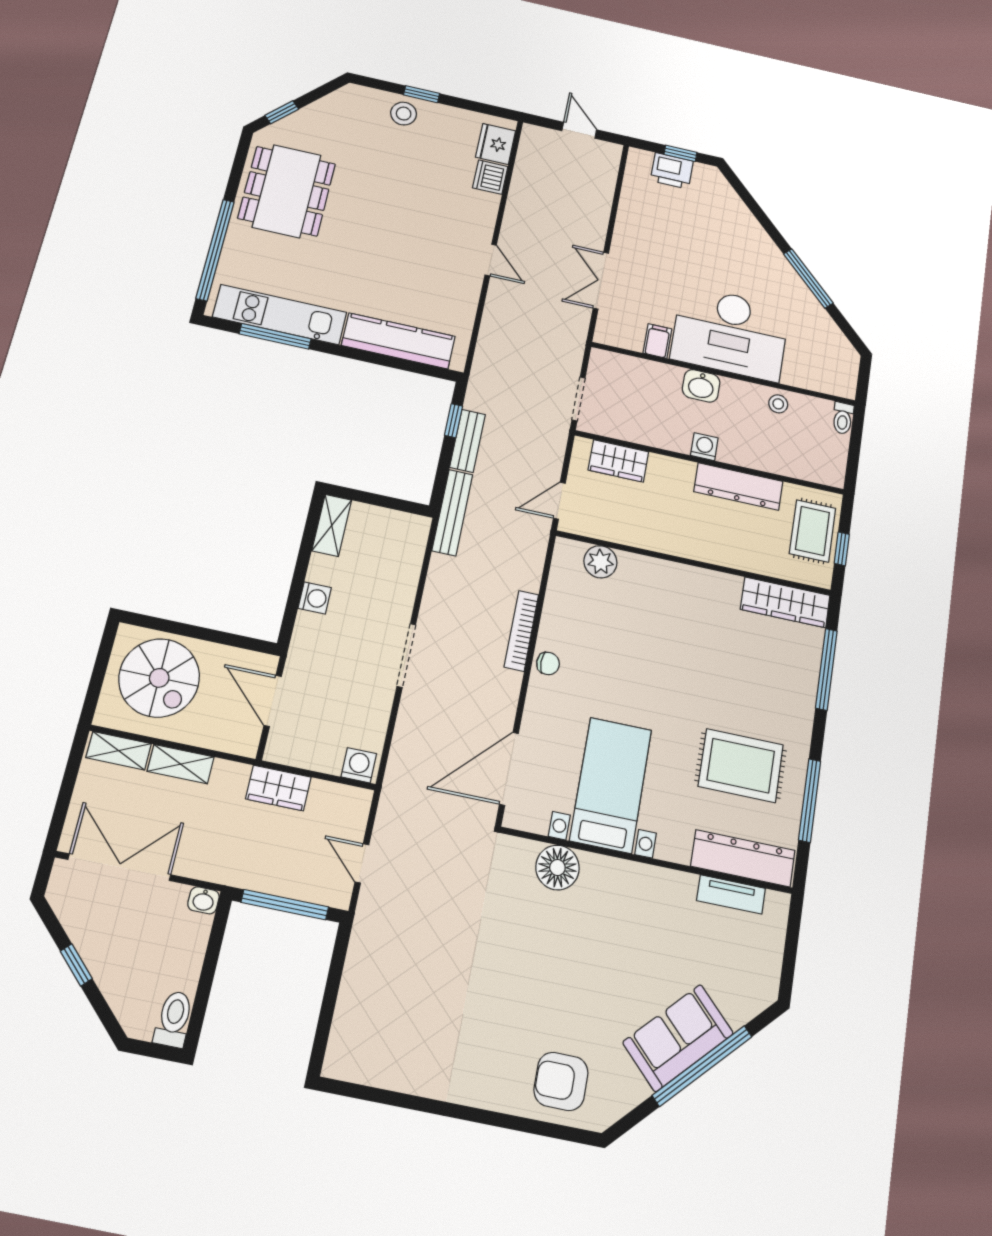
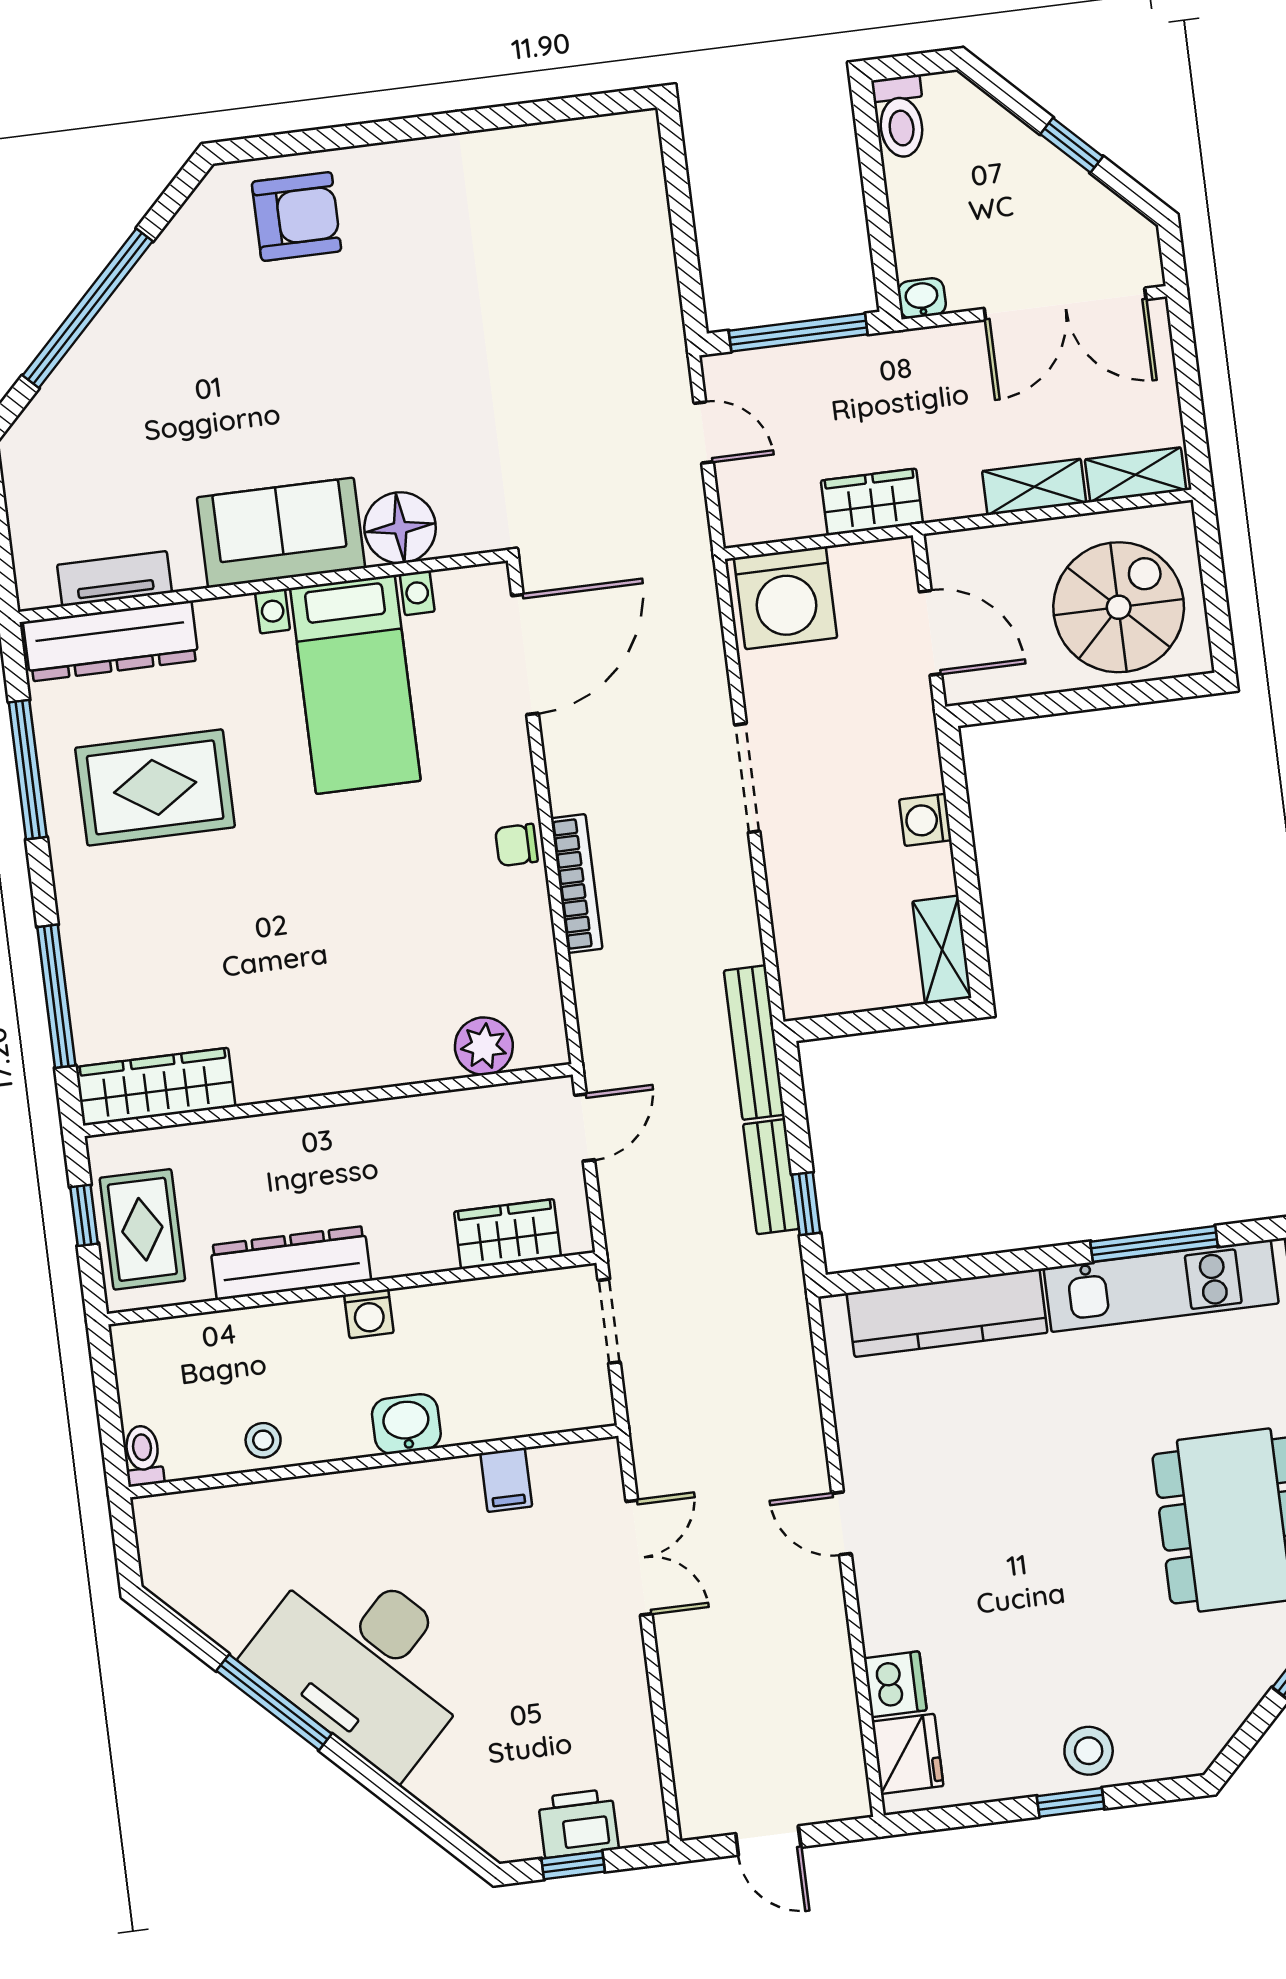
desk: (730, 333) -> (365, 1662), moved, turned -135
spiral stairs: (159, 678) -> (1119, 607), turned 90
washing machine: (359, 765) -> (786, 598), width x1.89, depth x1.89
sofa: (678, 1038) -> (281, 533), moved, turned -135

